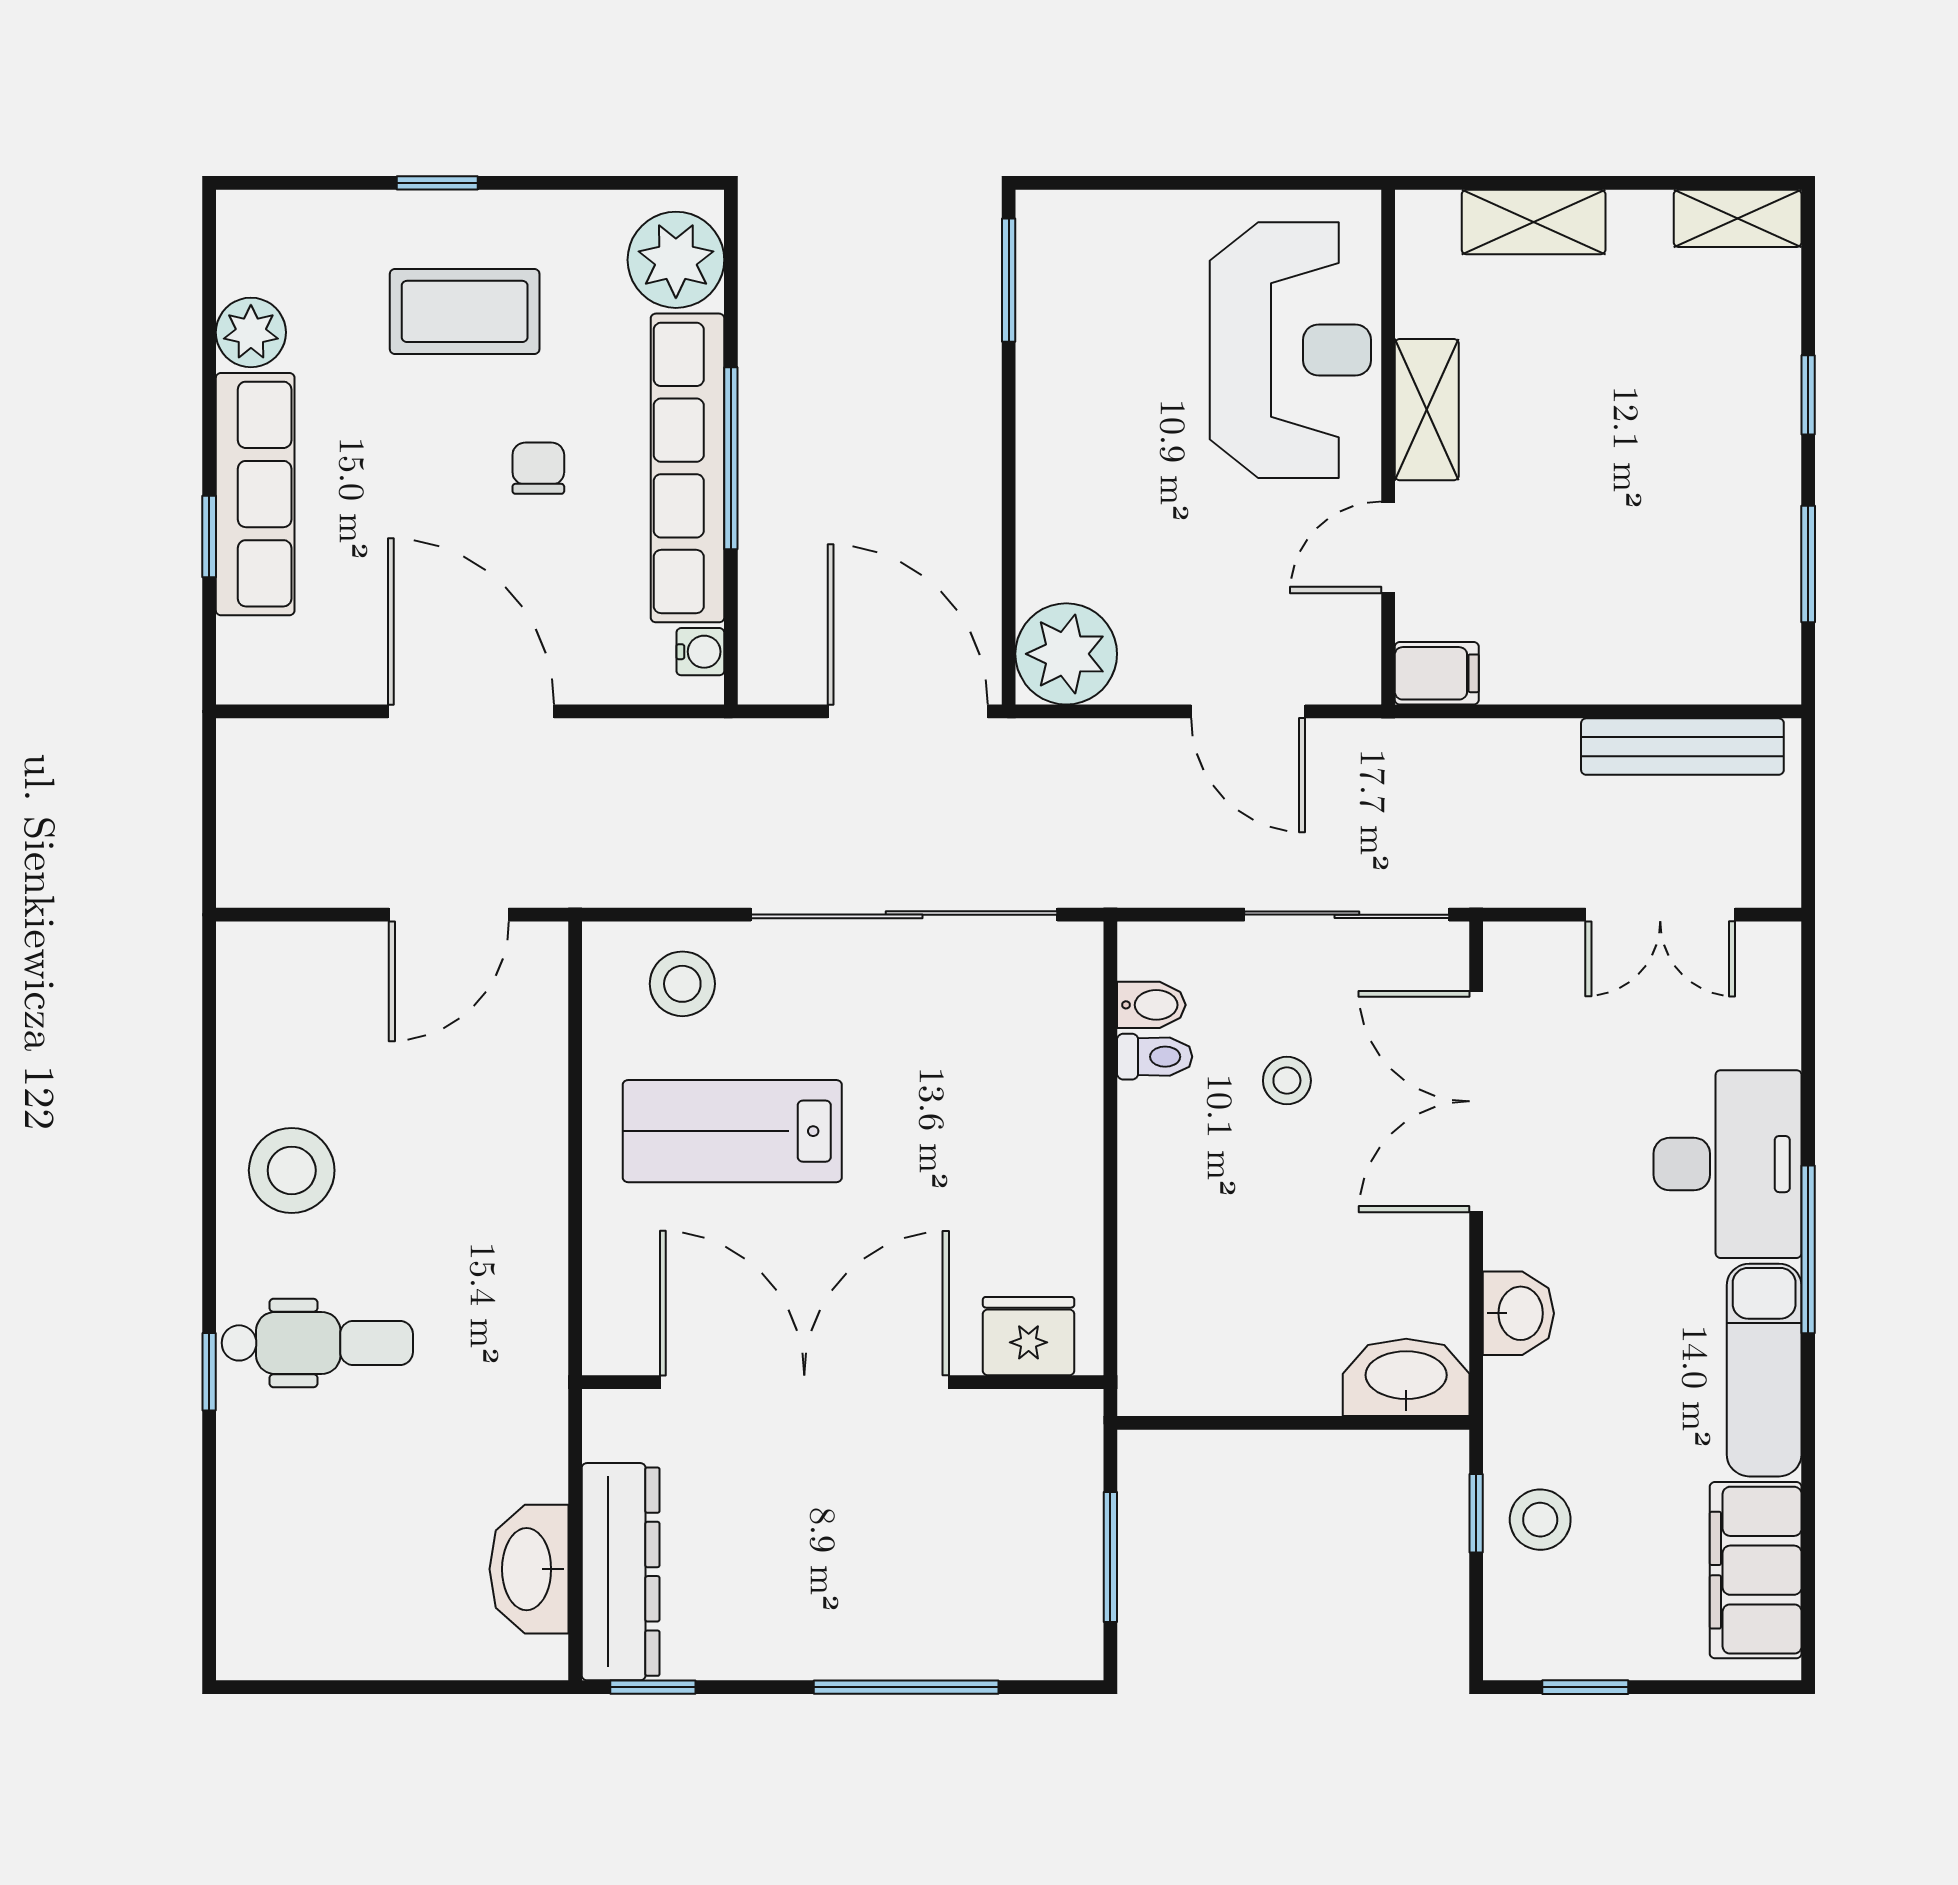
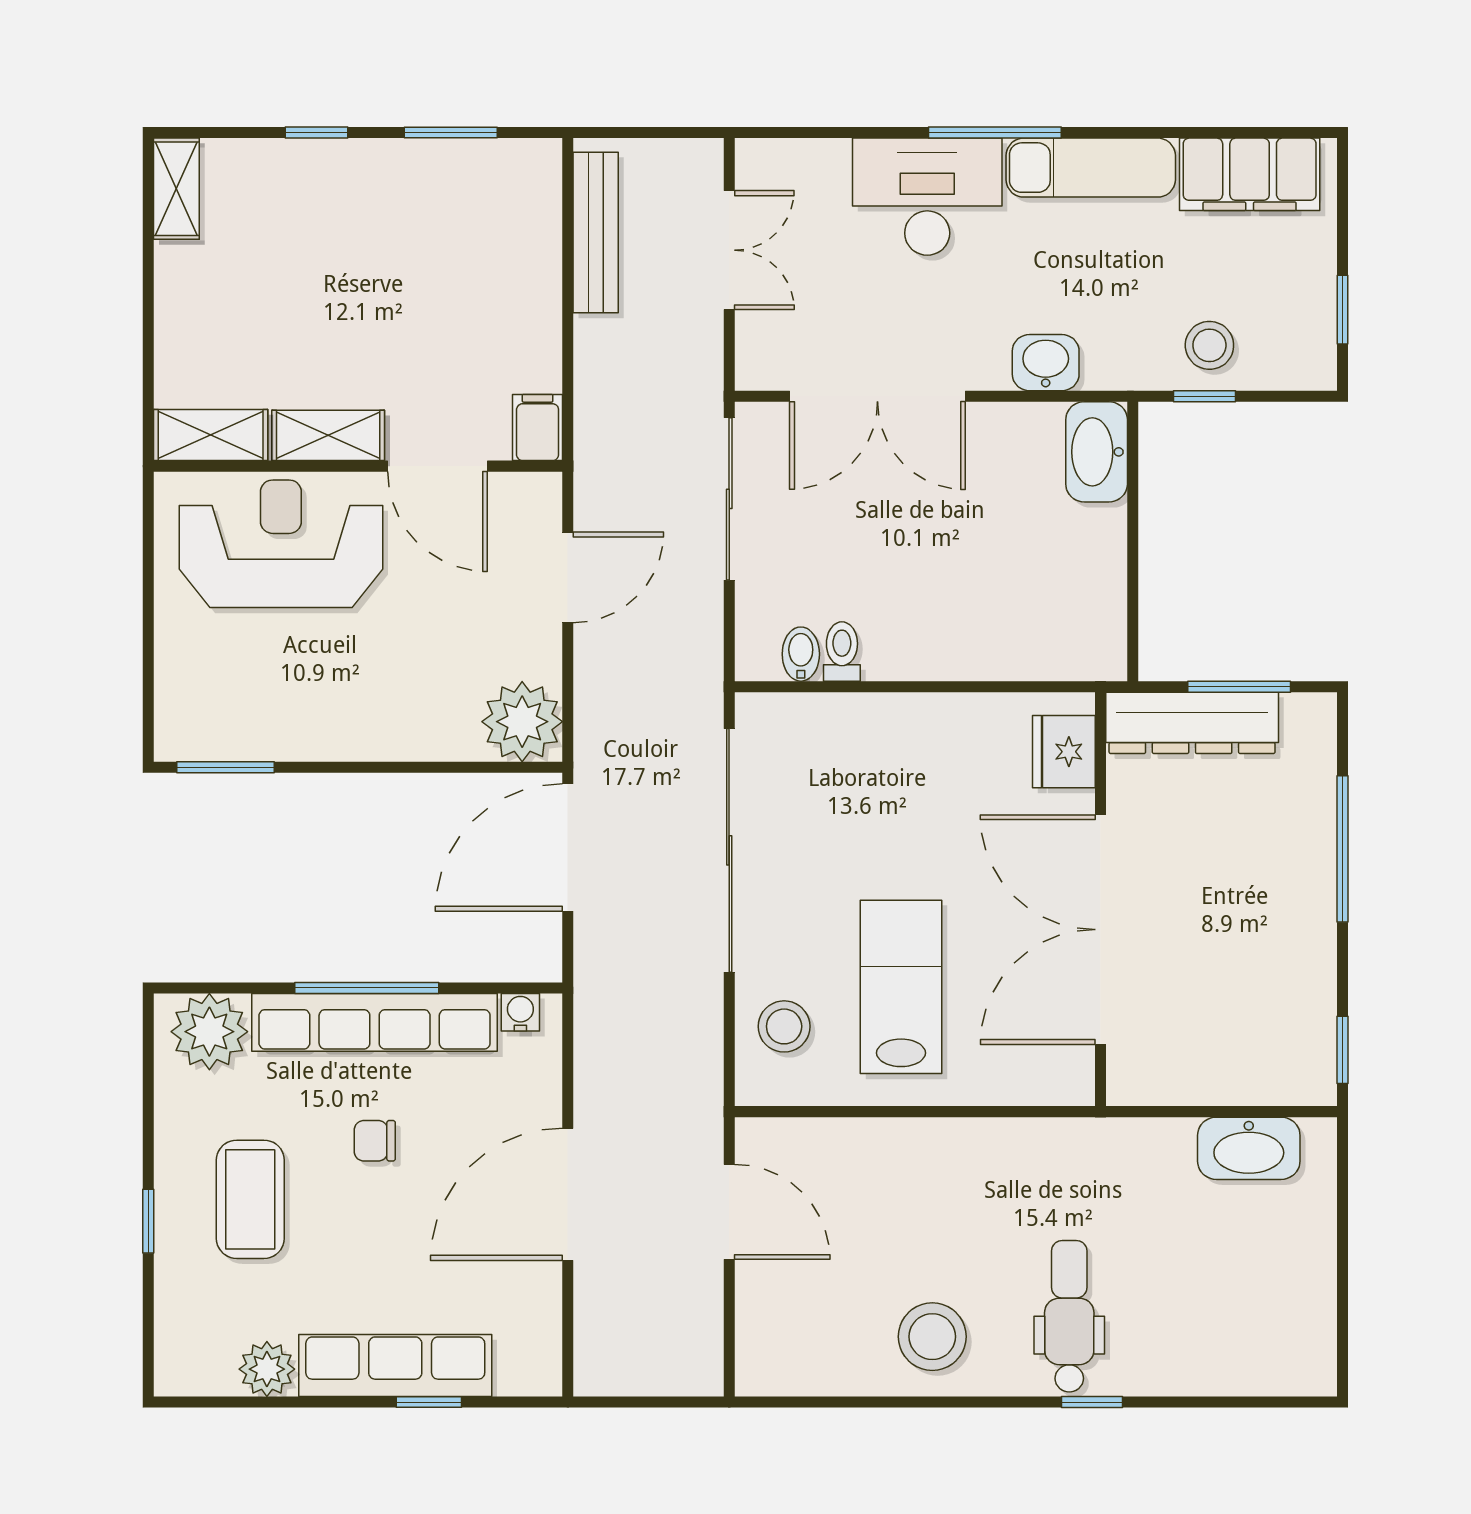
shelving: (1534, 222) -> (211, 435), moved, turned 90
door: (1388, 547) -> (438, 466), width x1.38
stool: (1287, 1081) -> (861, 546), removed
lab bench: (732, 1131) -> (901, 987), turned 180
dresser: (621, 1572) -> (1192, 723), moved, turned 180

